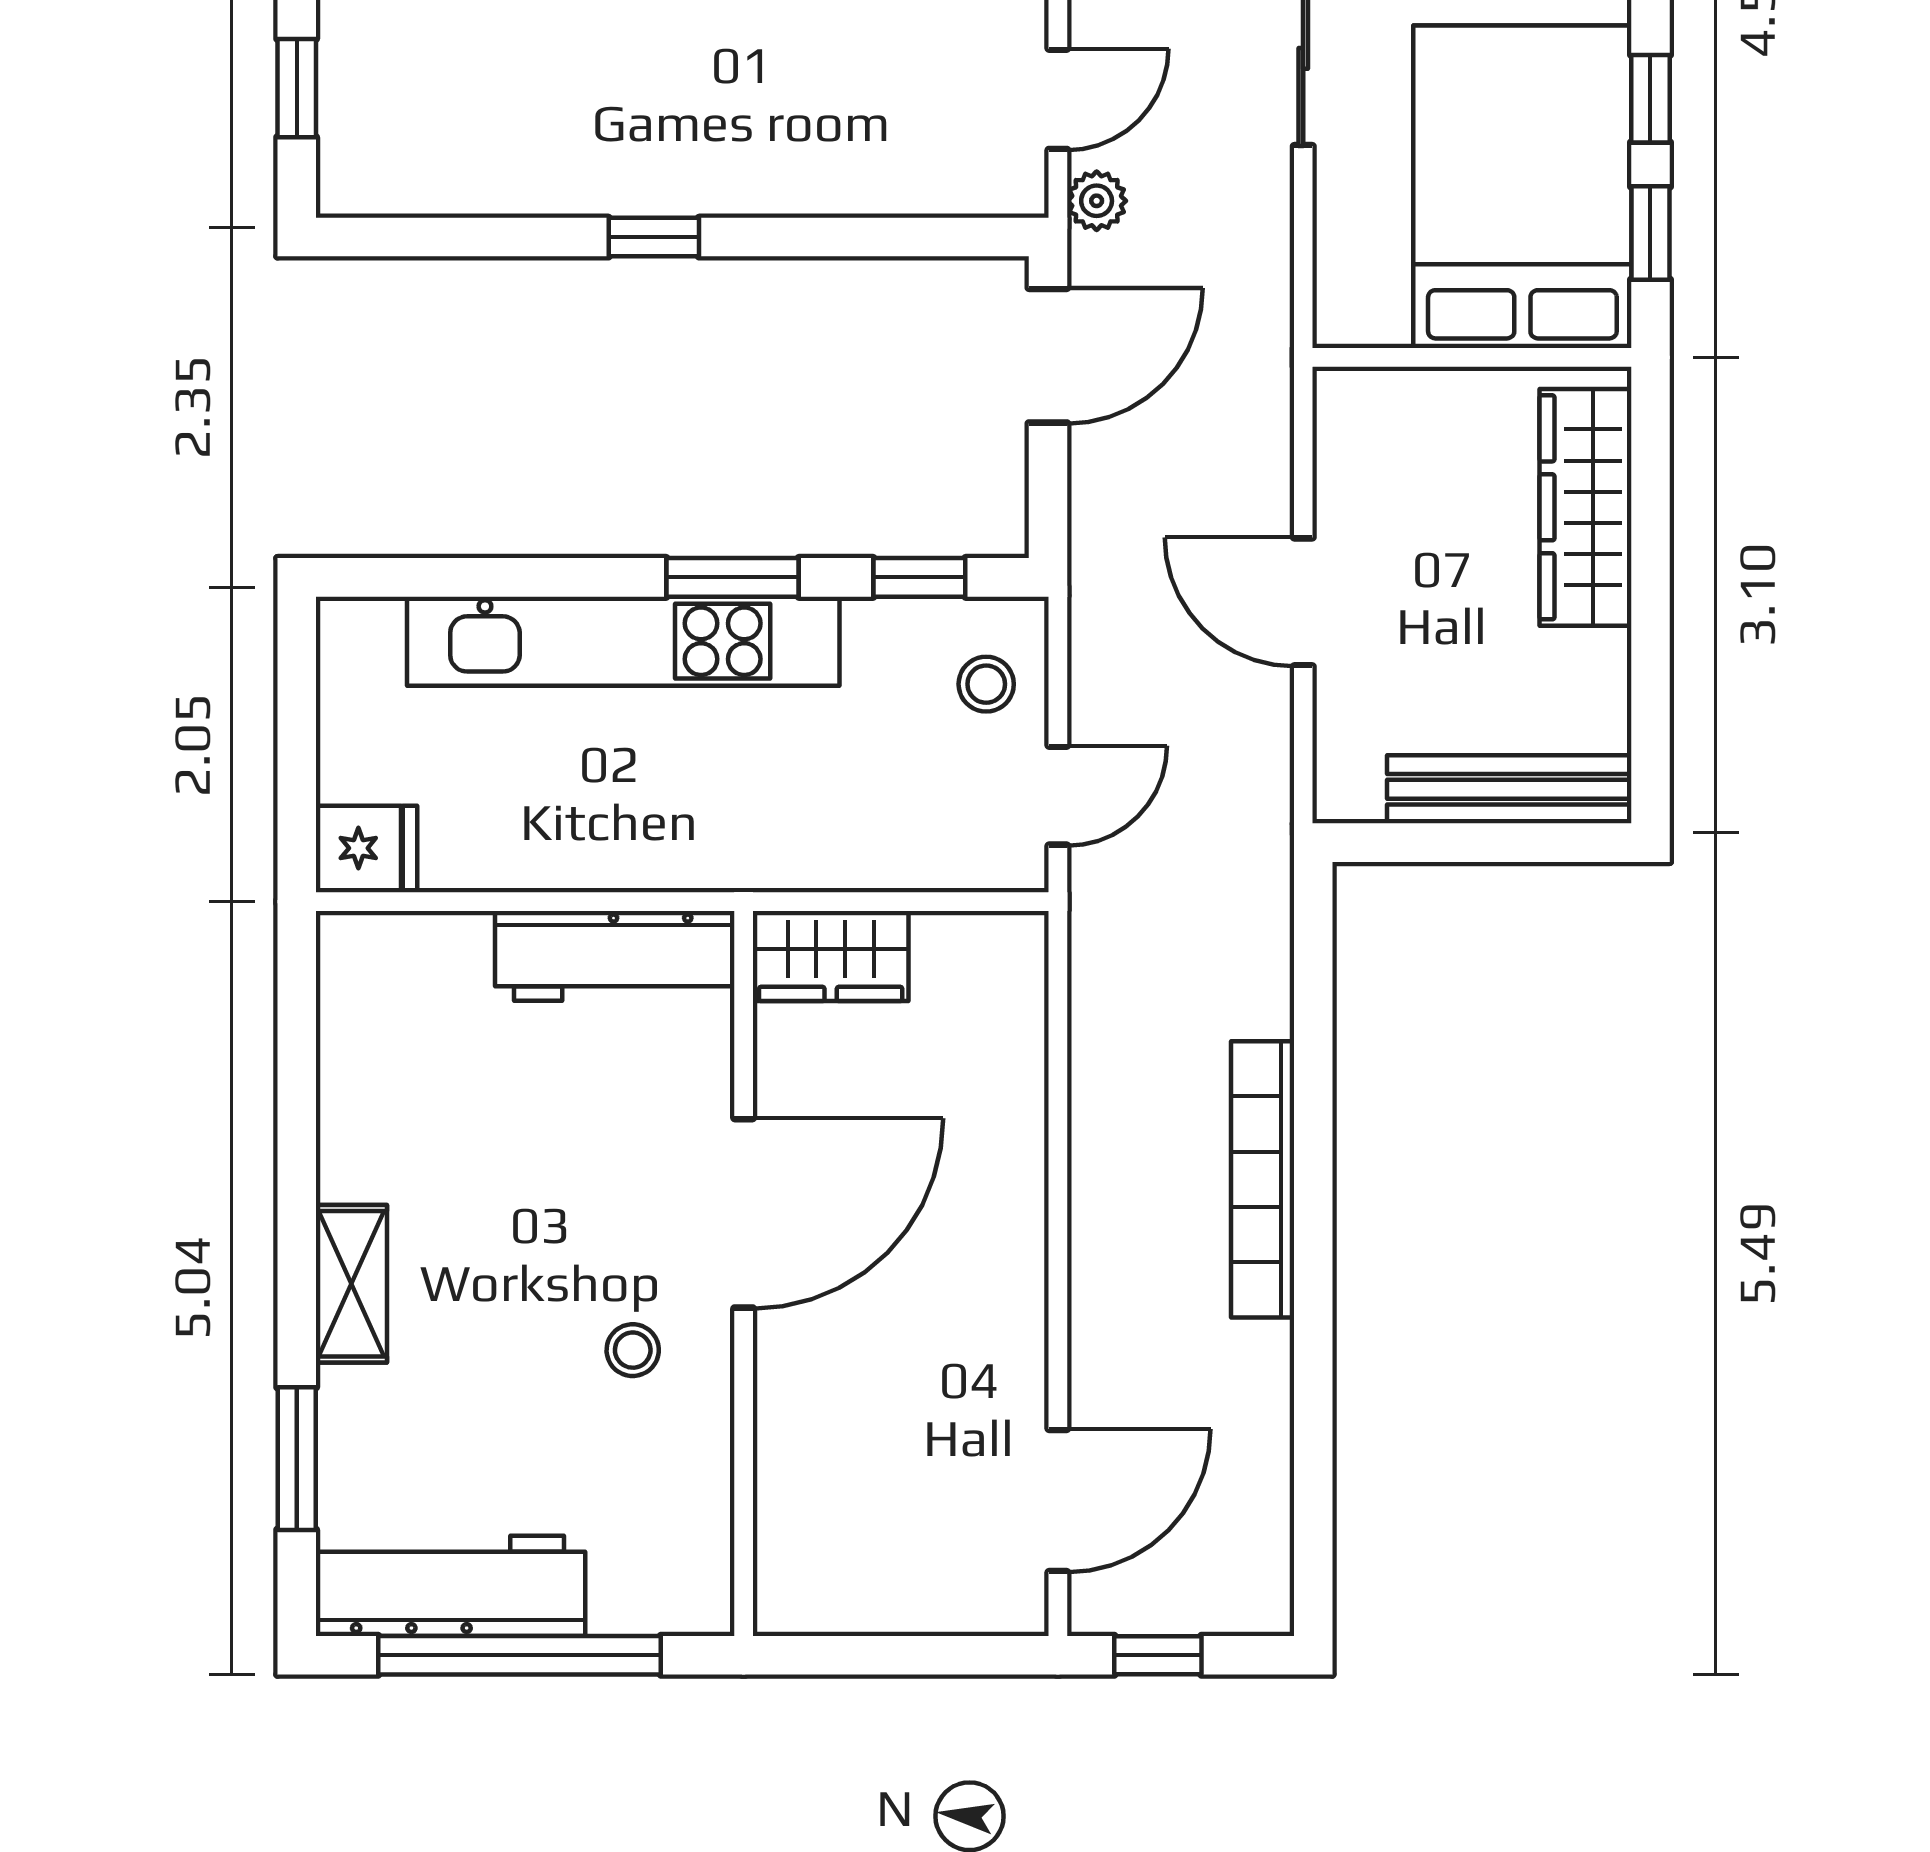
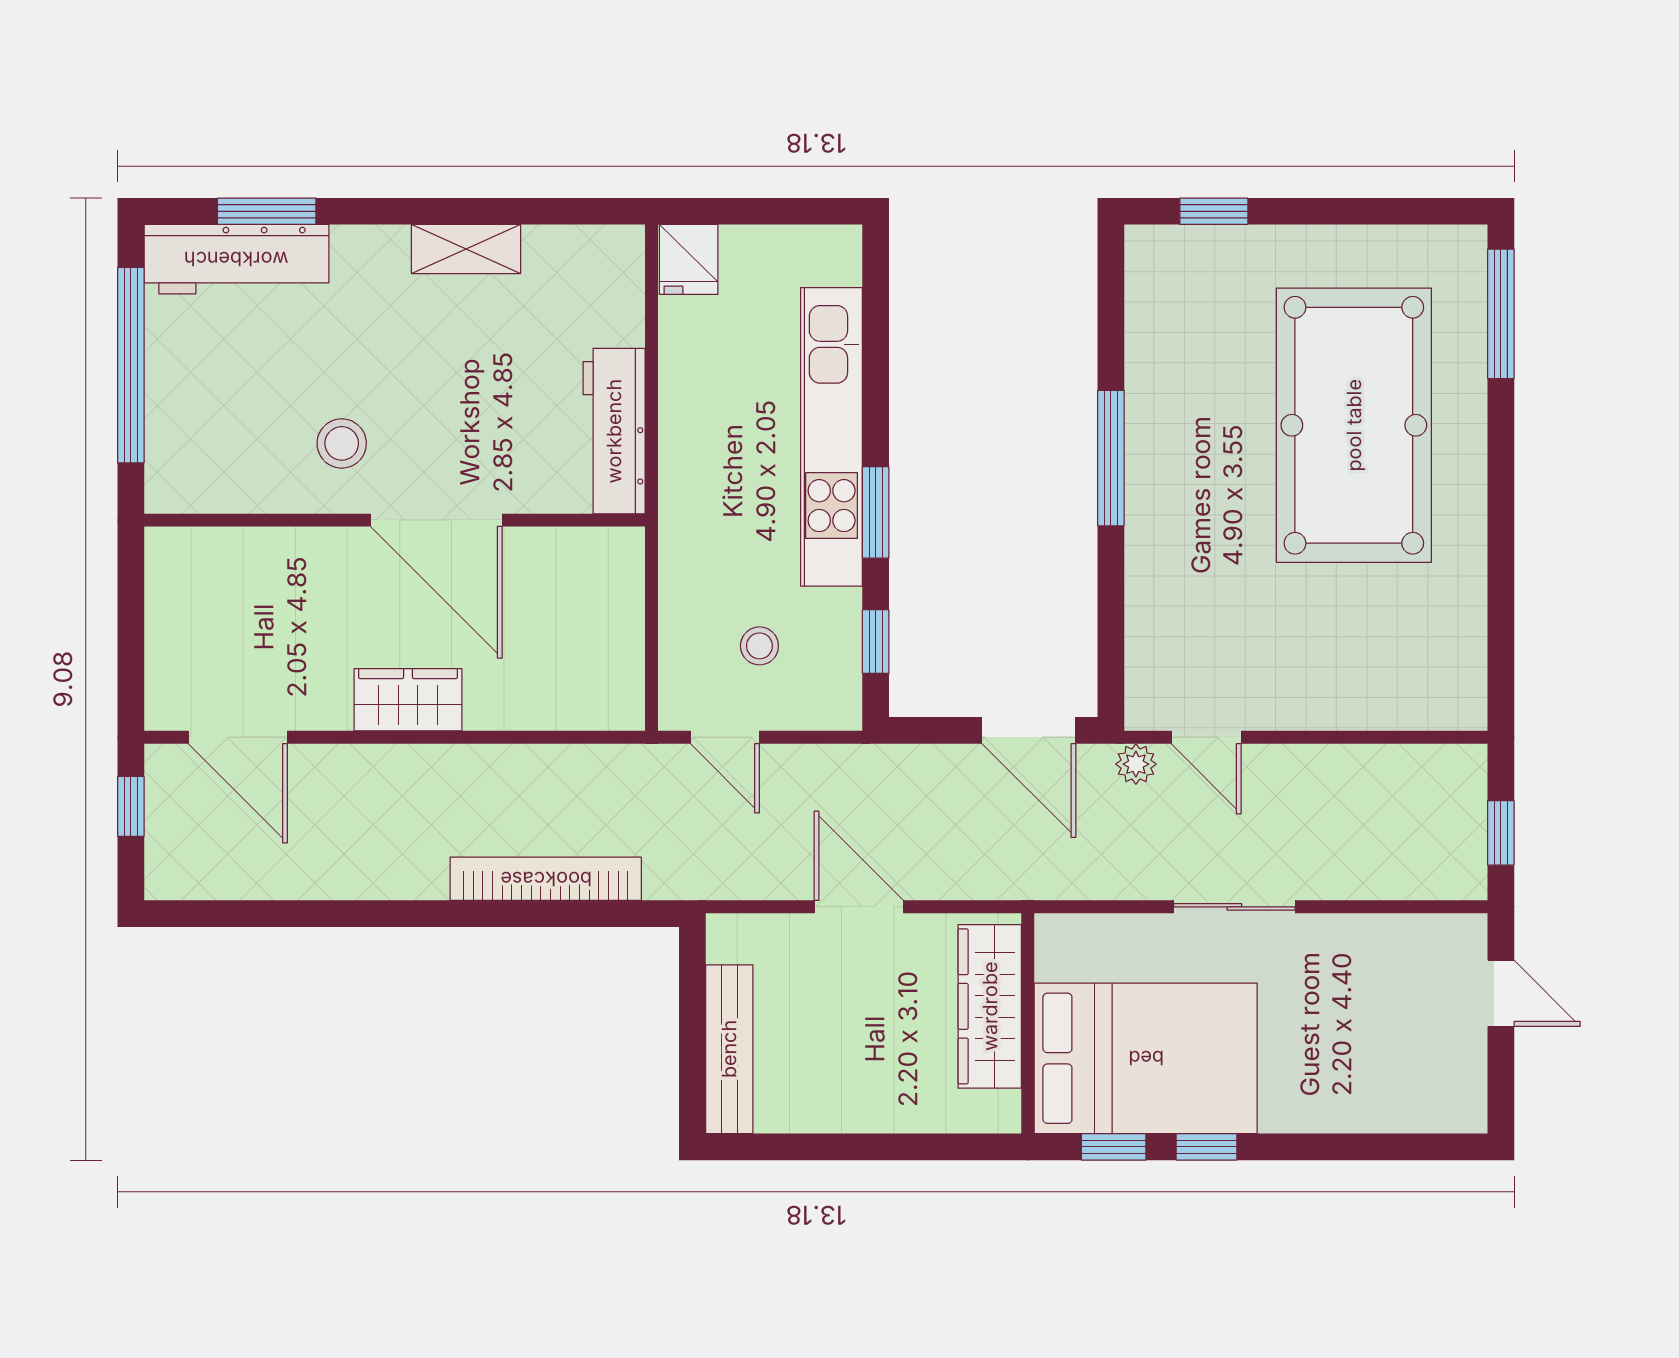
window: (654, 237) -> (1111, 458), width x2.17
wardrobe: (1586, 507) -> (990, 1006), moved, turned -90
door: (1303, 602) -> (859, 907), hinge flipped
stool: (986, 684) -> (759, 646), moved
wardrobe: (831, 956) -> (408, 700), moved, turned 90
bookcase: (1263, 1179) -> (546, 879), moved
shelving: (351, 1284) -> (466, 249), moved
stool: (633, 1350) -> (342, 443), width x1.37, depth x1.37
workbench: (452, 1586) -> (236, 259), moved, turned 90

